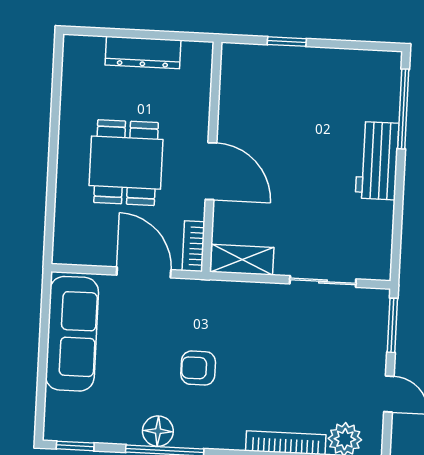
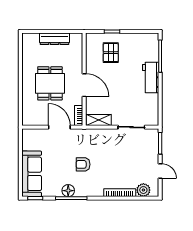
pallet: (281, 94) -> (111, 53), added
sofa: (72, 334) -> (32, 174), moved

